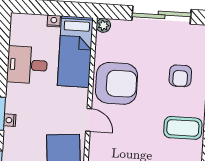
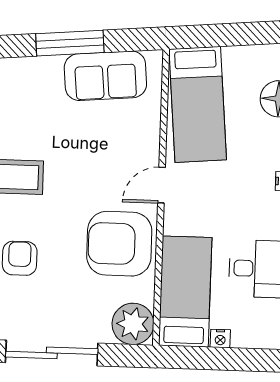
plant: (103, 25) -> (133, 324), width x1.88, depth x1.88
door: (89, 120) -> (161, 185), hinge flipped

